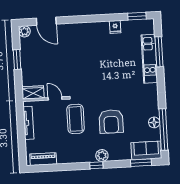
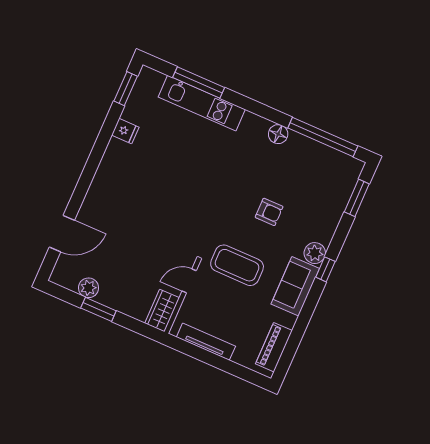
plant: (24, 31) -> (88, 288), moved
armchair: (111, 121) -> (269, 212), width x0.53, depth x0.53
floor lamp: (154, 122) -> (278, 134), moved
sofa: (146, 150) -> (295, 286), moved

